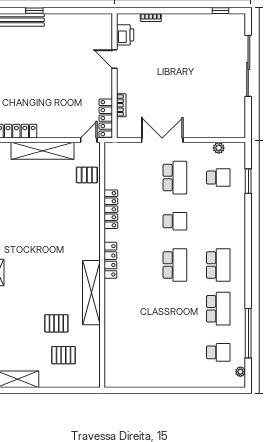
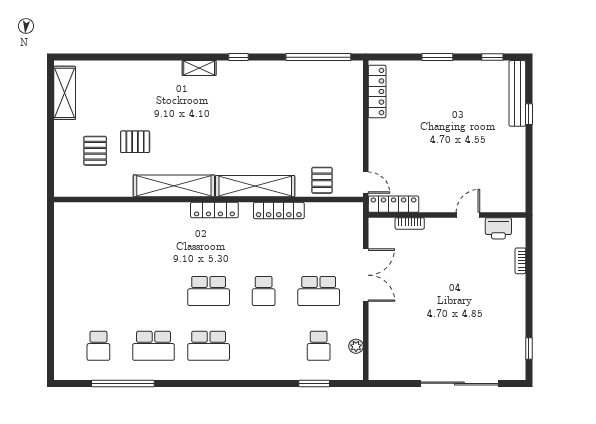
shelving: (42, 151) -> (255, 186), moved, turned 90
pallet: (56, 323) -> (135, 142), turned 90
plant: (240, 372) -> (74, 374), removed

